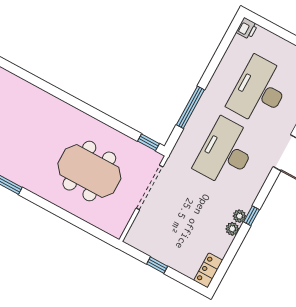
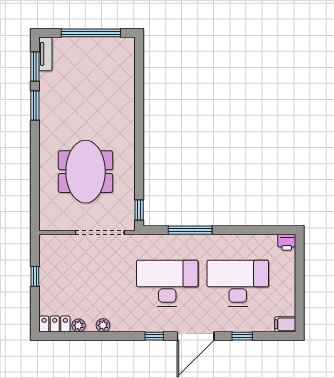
plant: (239, 216) -> (79, 325), moved
window: (252, 216) -> (154, 336), moved

